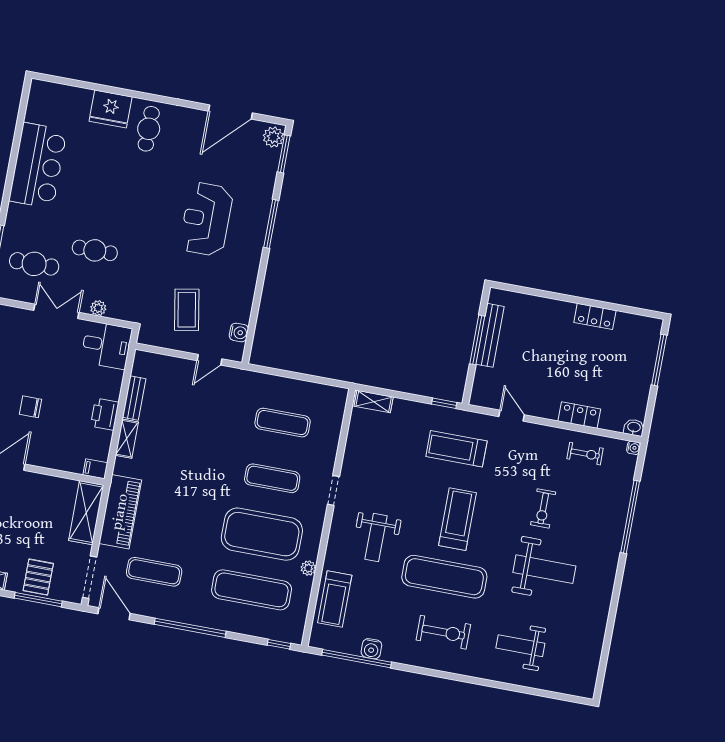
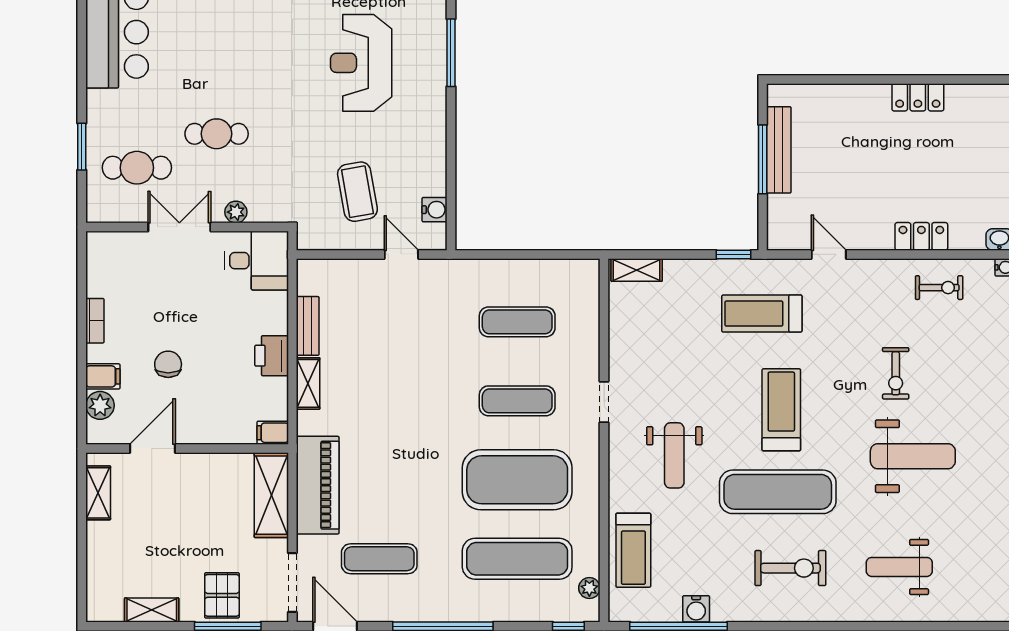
door: (210, 360) -> (401, 254), swing flipped
chair: (30, 407) -> (168, 364), turned 90
plant: (308, 568) -> (589, 588), moved

